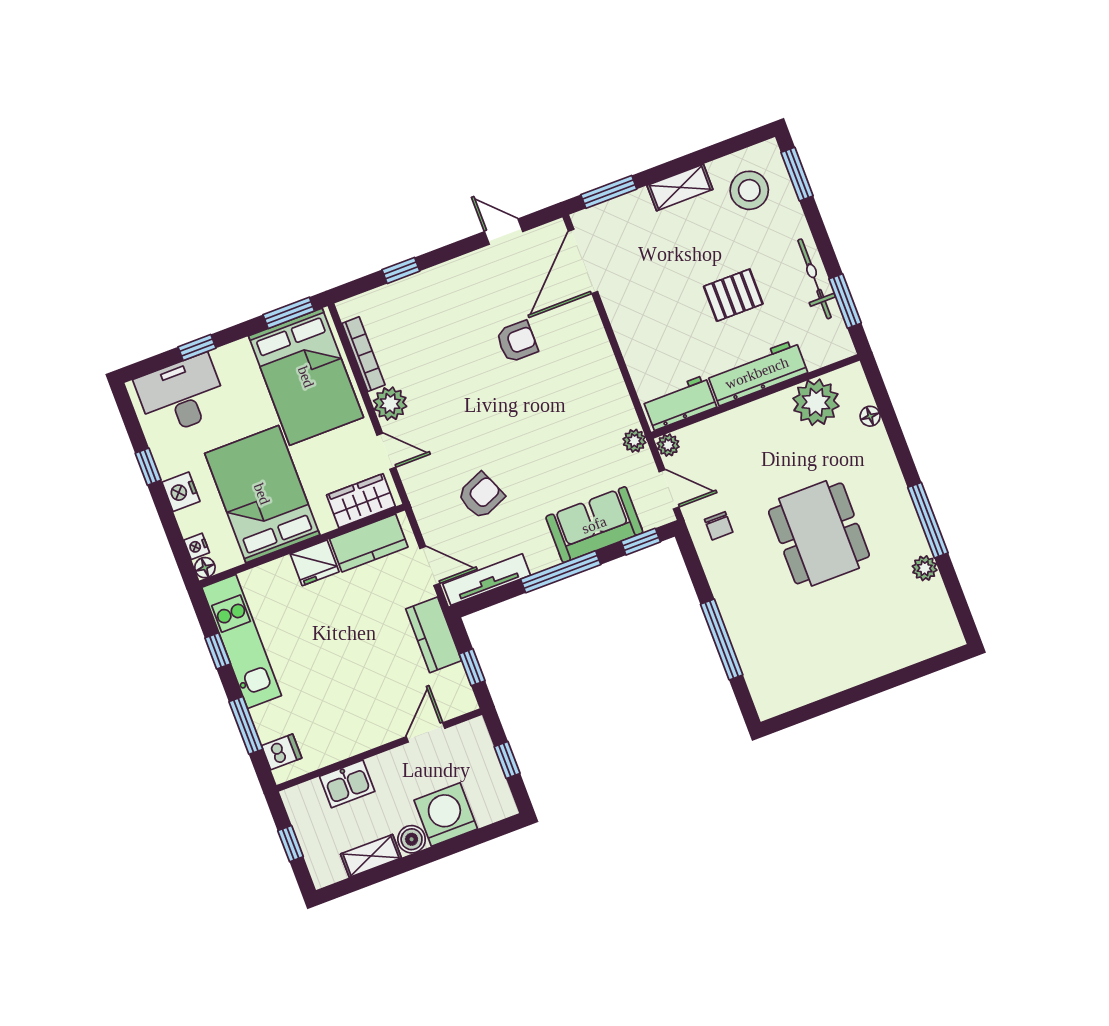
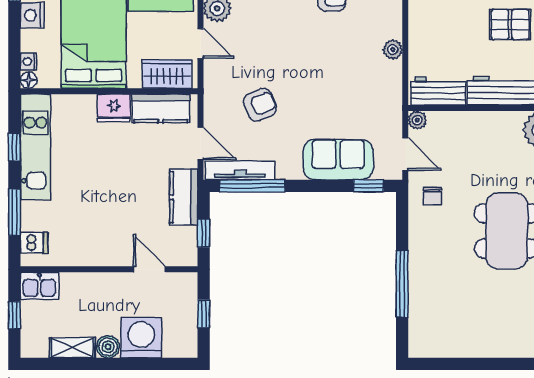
plant: (634, 441) -> (393, 50), moved
window: (561, 572) -> (252, 186), moved
door: (426, 732) -> (149, 269), hinge flipped
kitchen sink: (347, 784) -> (39, 286), moved

